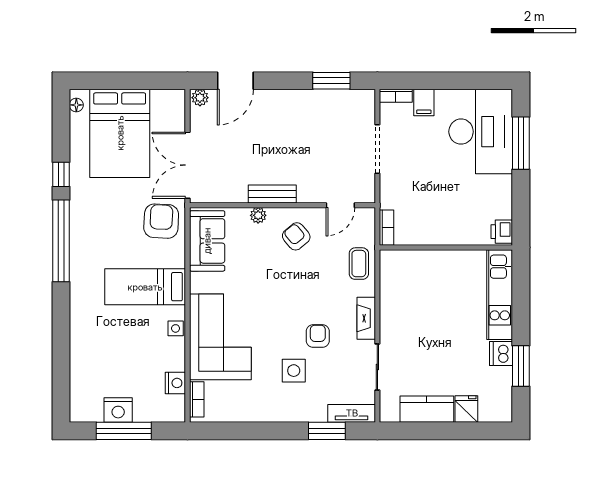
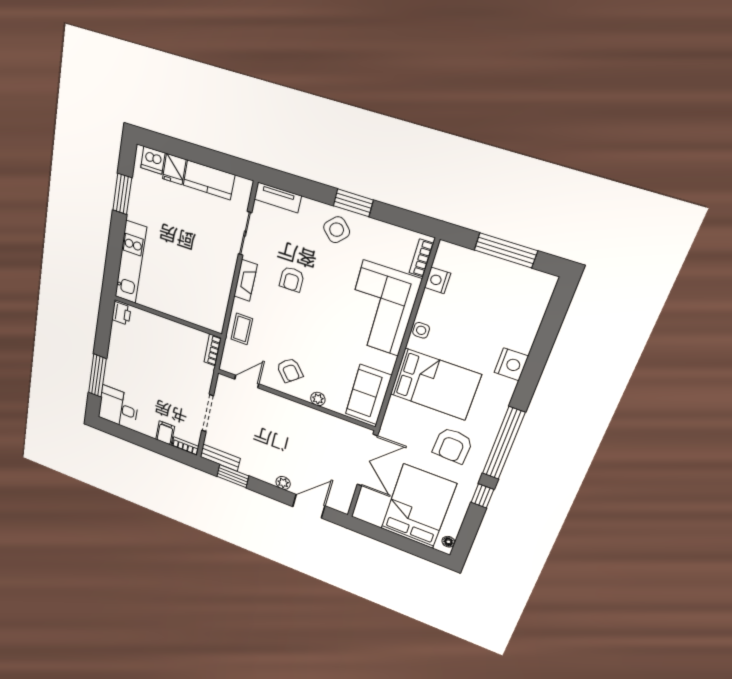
plant: (200, 98) -> (283, 483), moved
desk: (481, 132) -> (118, 408), width x0.53, depth x0.77
bench: (272, 194) -> (220, 458), moved
armchair: (161, 221) -> (453, 445), moved
bed: (145, 287) -> (435, 384), width x1.50
dishwasher: (501, 354) -> (153, 160), moved, turned 90
side table: (294, 371) -> (337, 230), moved, turned 45
nightstand: (118, 410) -> (511, 364), moved, turned 90
window: (327, 431) -> (353, 203), moved

